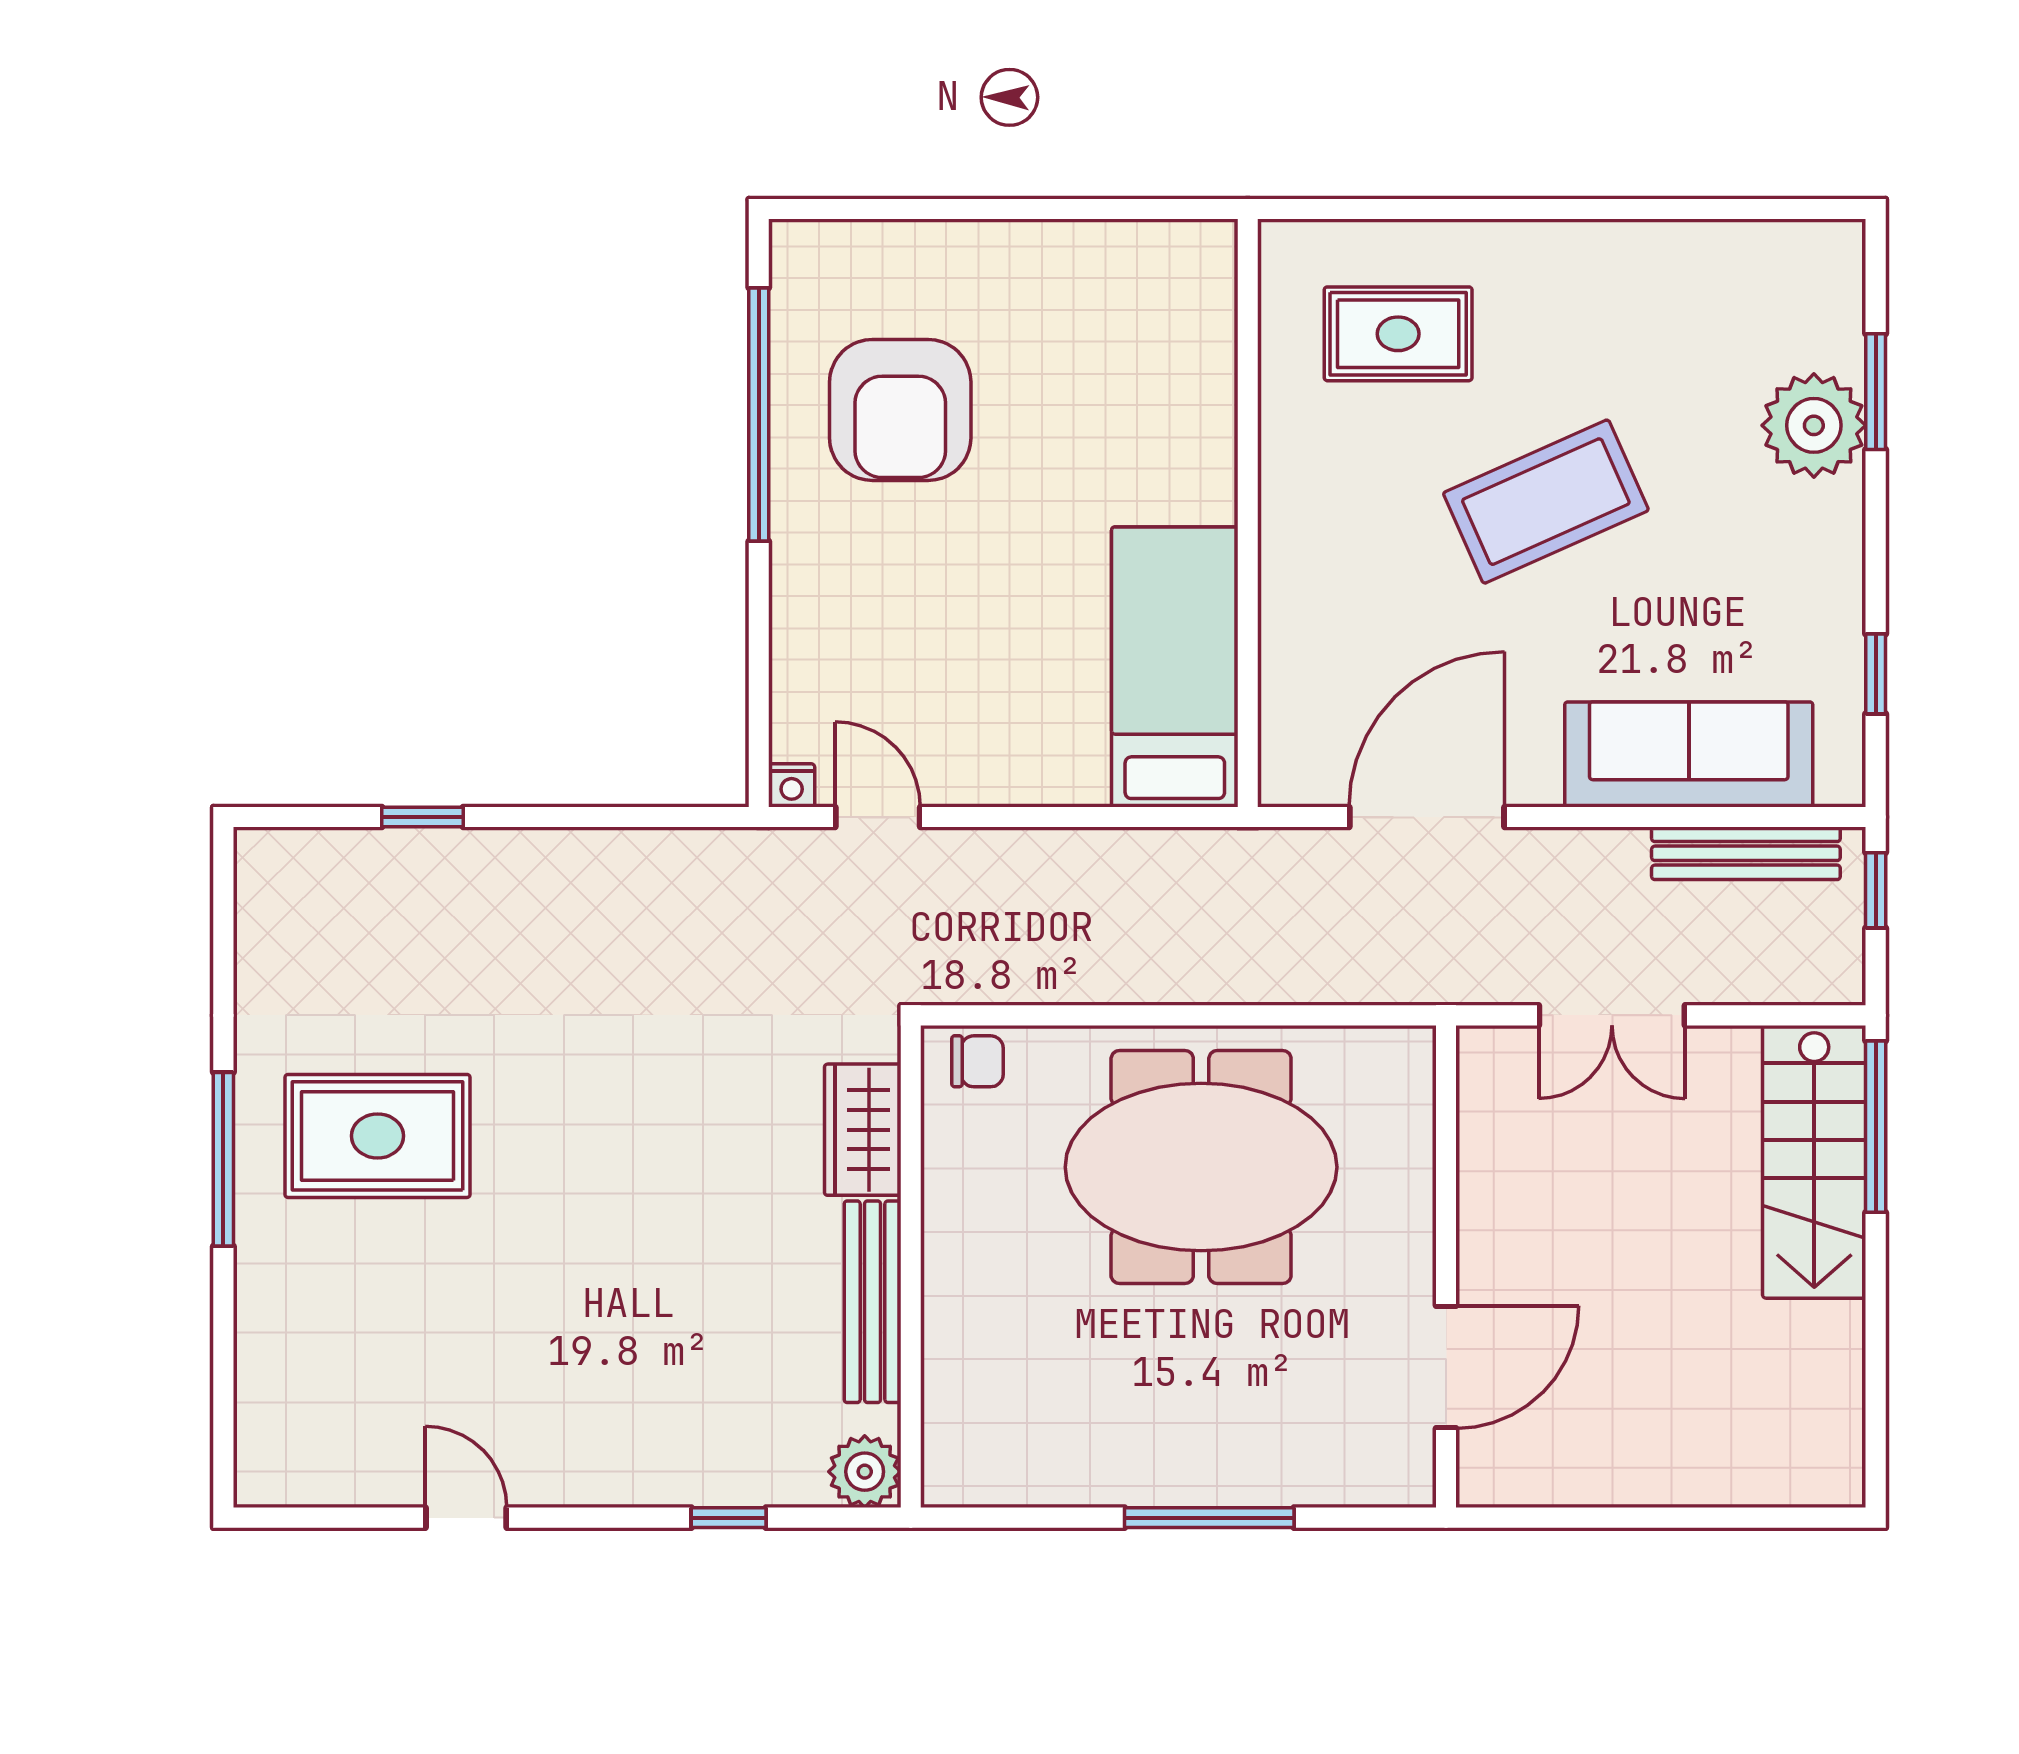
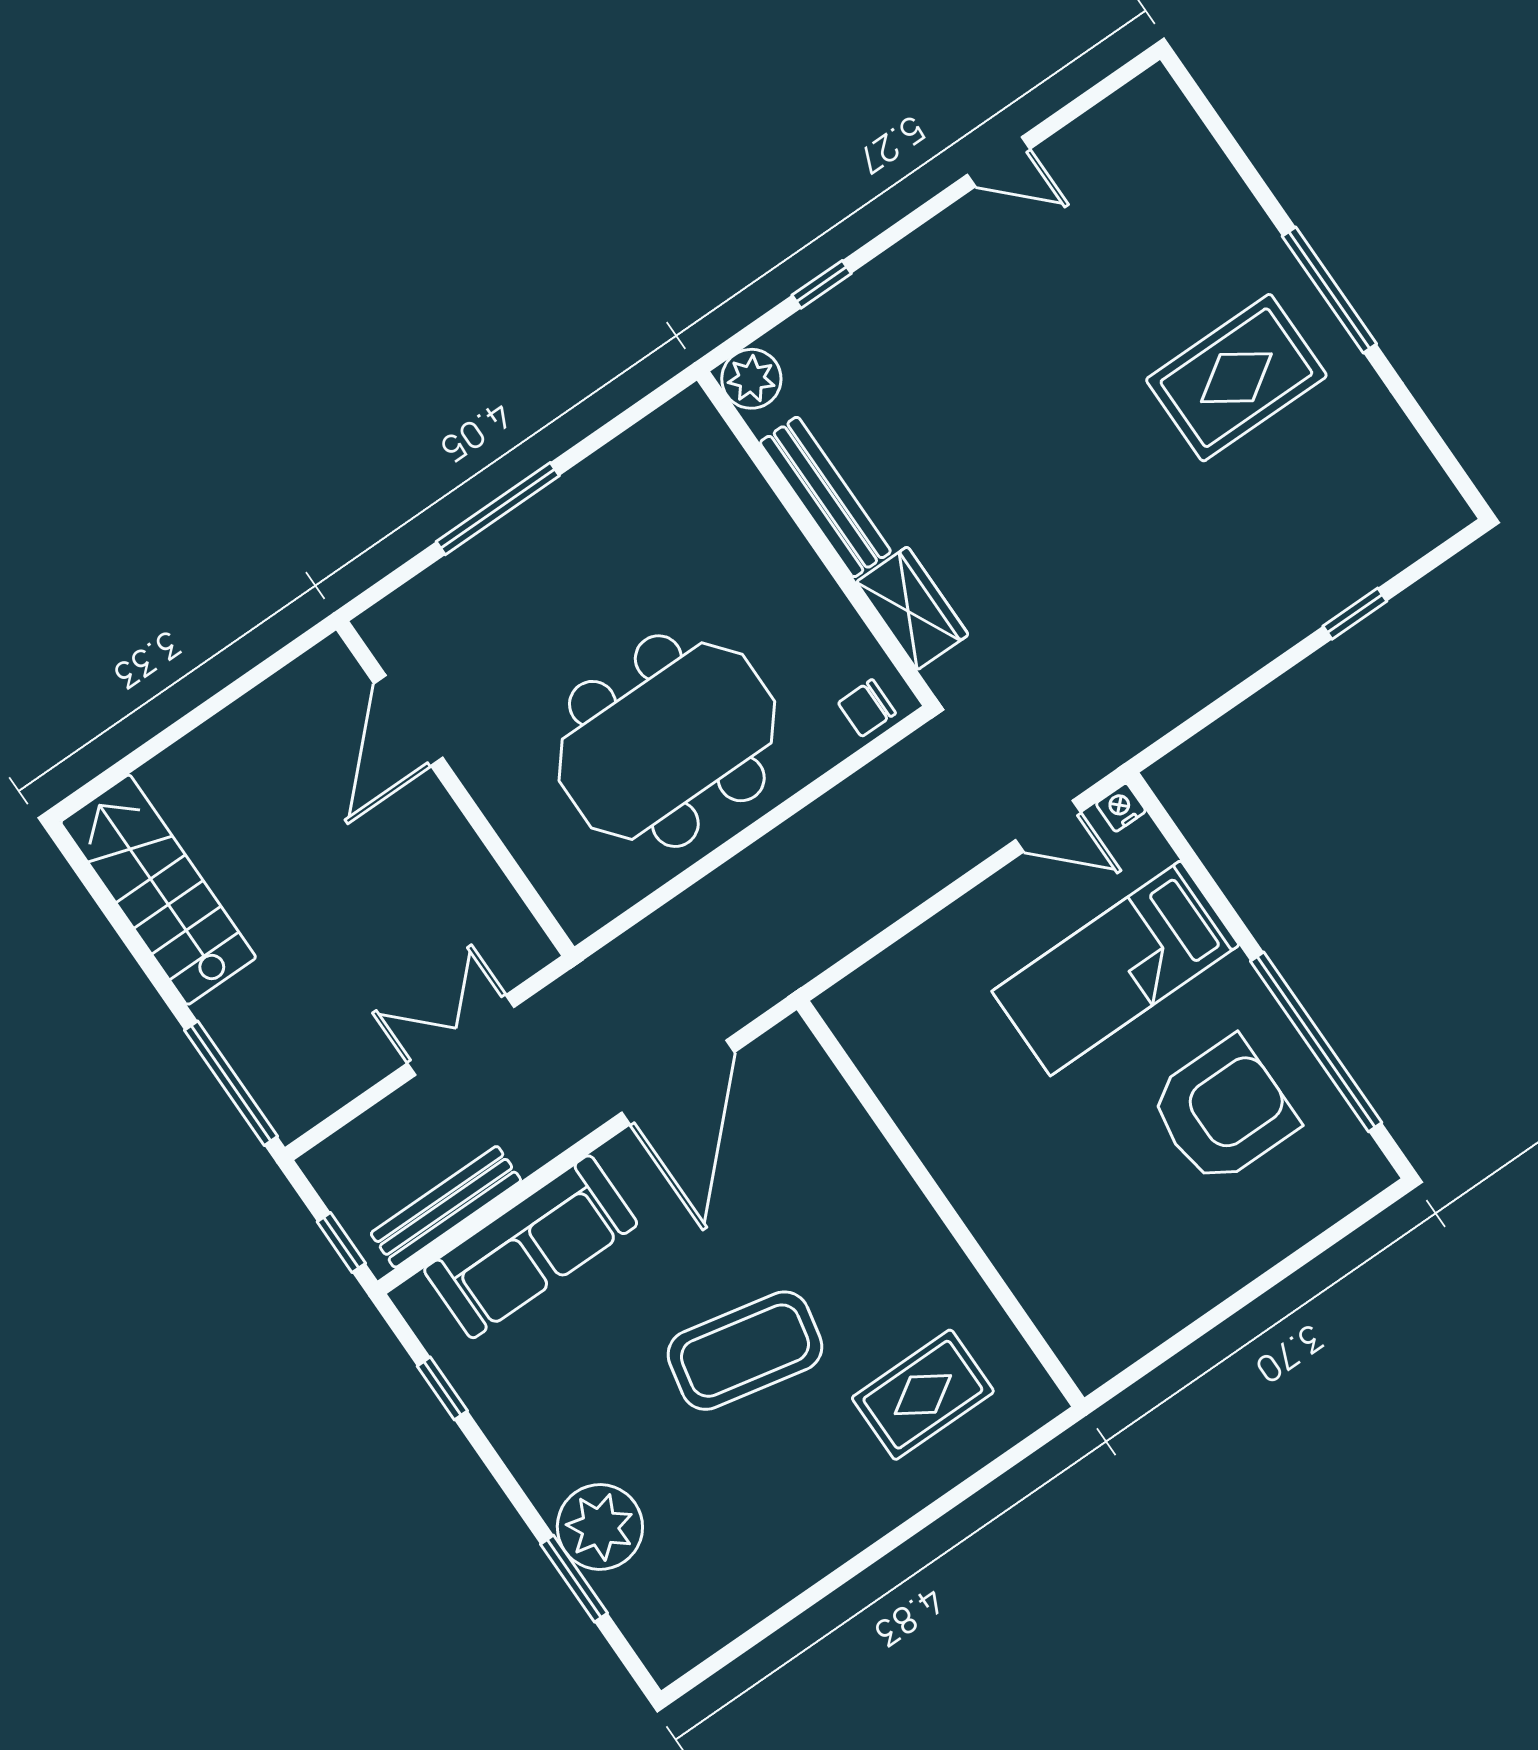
armchair: (900, 410) -> (1223, 1111), turned 90
coffee table: (1546, 502) -> (745, 1351), turned 36
bed: (1175, 667) -> (1115, 968), moved, turned 90
stairs: (1814, 1162) -> (158, 890), moved

